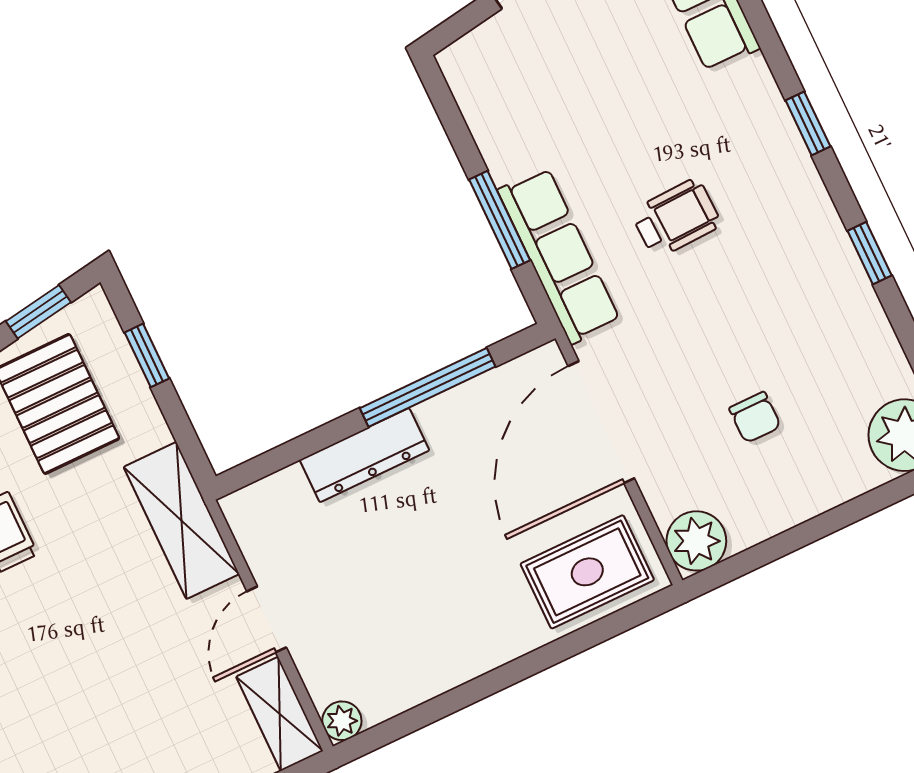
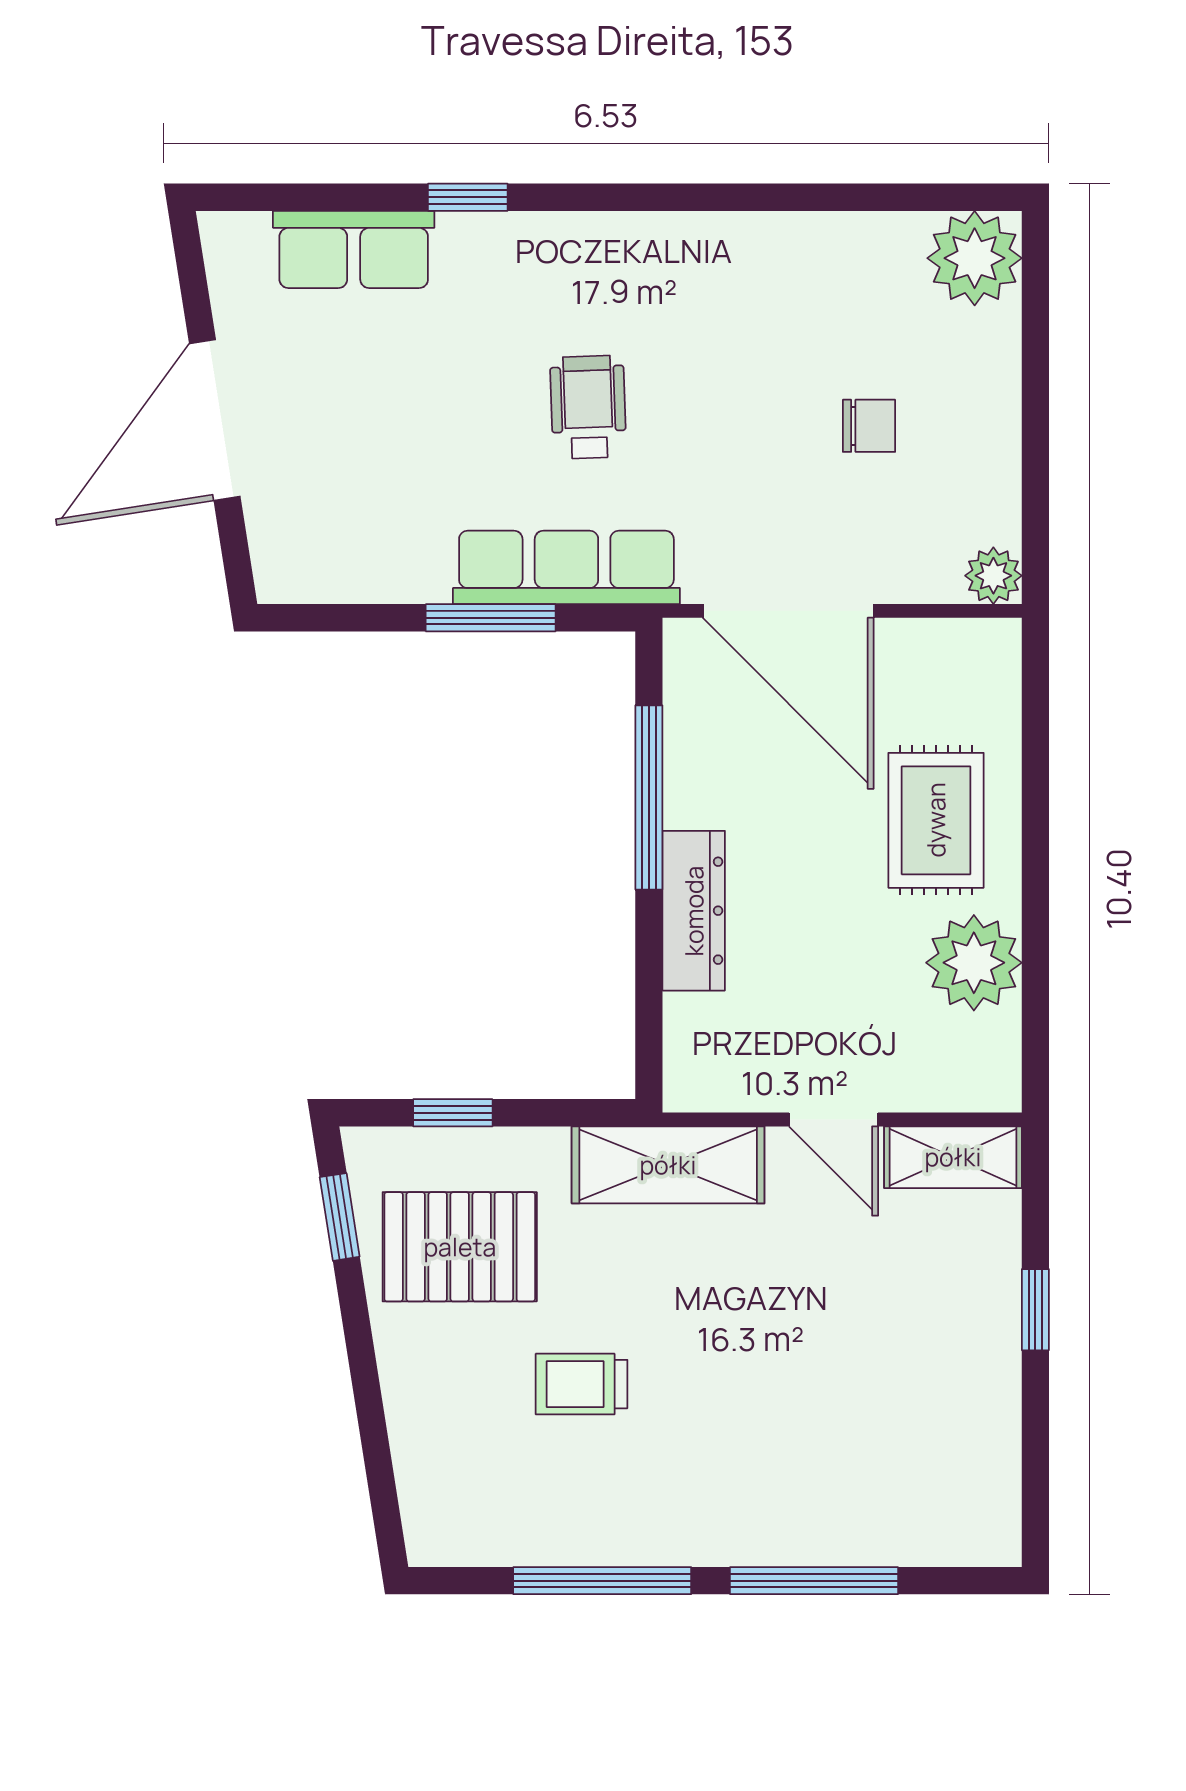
window: (808, 123) -> (468, 197), moved
window: (870, 253) -> (739, 197), removed
plant: (696, 541) -> (993, 576), width x0.73, depth x0.73
rug: (587, 572) -> (936, 820), moved
plant: (342, 721) -> (974, 963), moved, width x1.88, depth x1.88

